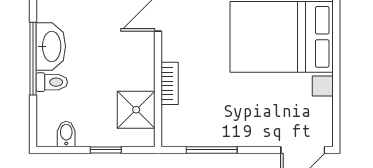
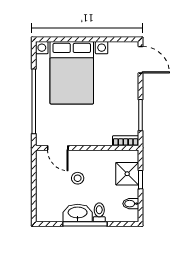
stool: (108, 47) -> (78, 178), added
bookcase: (170, 83) -> (126, 141), moved
shower: (136, 110) -> (127, 174), moved

